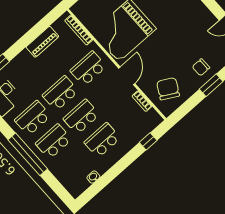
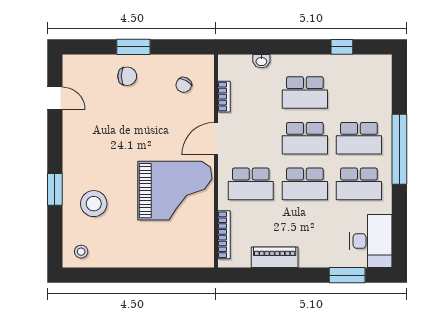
chair: (168, 89) -> (184, 85), width x0.54, depth x0.54
window: (148, 141) -> (342, 47), moved
washbasin: (93, 177) -> (261, 61), moved

